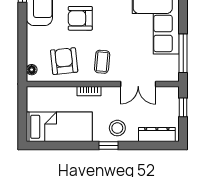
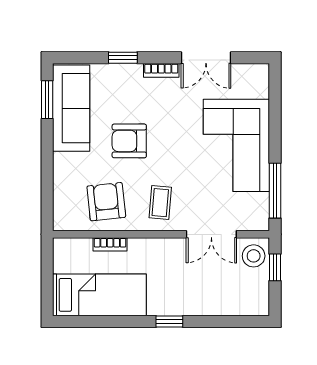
floor lamp: (32, 70) -> (60, 214), removed
bookcase: (89, 91) -> (110, 244), moved
stool: (117, 128) -> (254, 256), moved
dresser: (157, 134) -> (238, 306), removed

